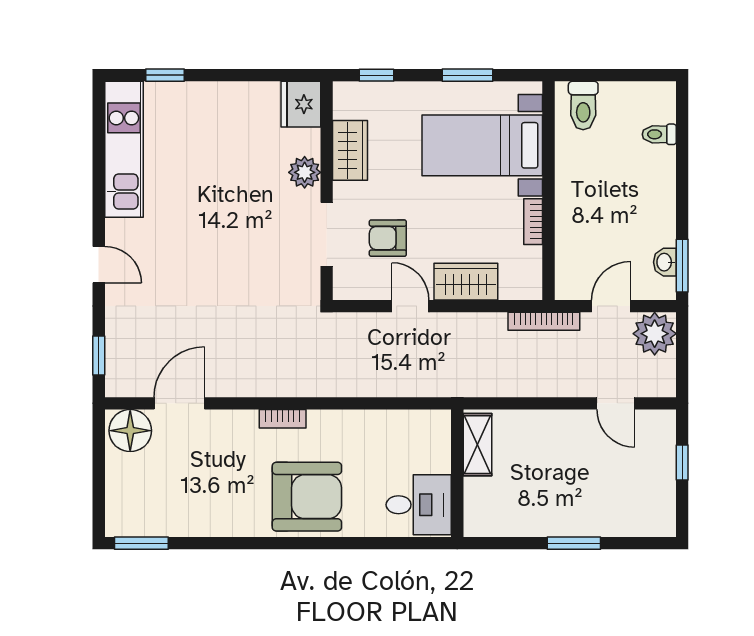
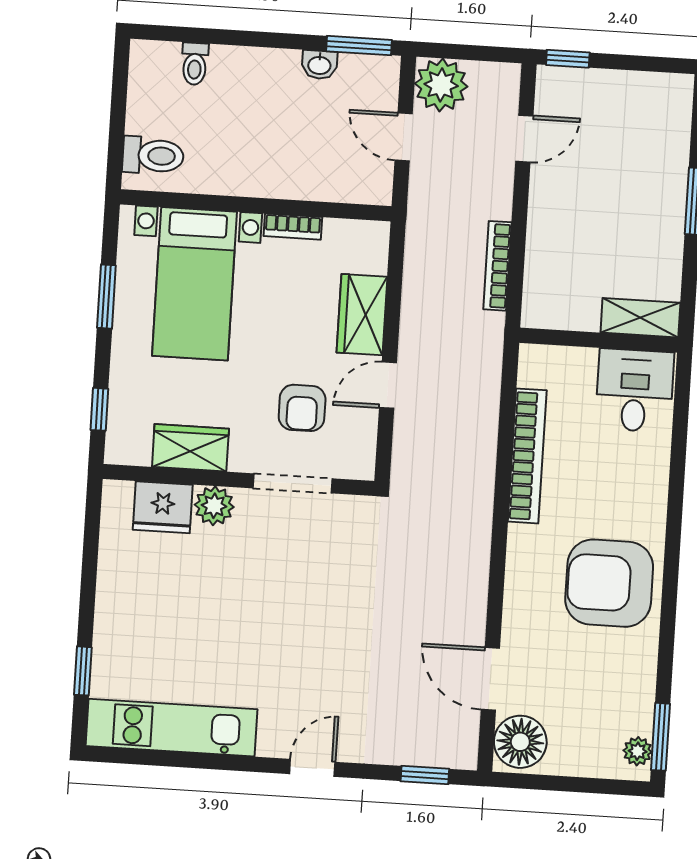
fridge: (301, 104) -> (163, 507), moved
washbasin: (665, 262) -> (319, 65), moved
bookcase: (544, 321) -> (497, 266), moved, turned 180
bookcase: (283, 419) -> (527, 456), moved, width x2.31, depth x1.31
shelving: (477, 445) -> (640, 318), moved
window: (682, 463) -> (568, 59), moved
armchair: (307, 497) -> (609, 583), moved, turned -90
plant: (129, 525) -> (638, 751), added

